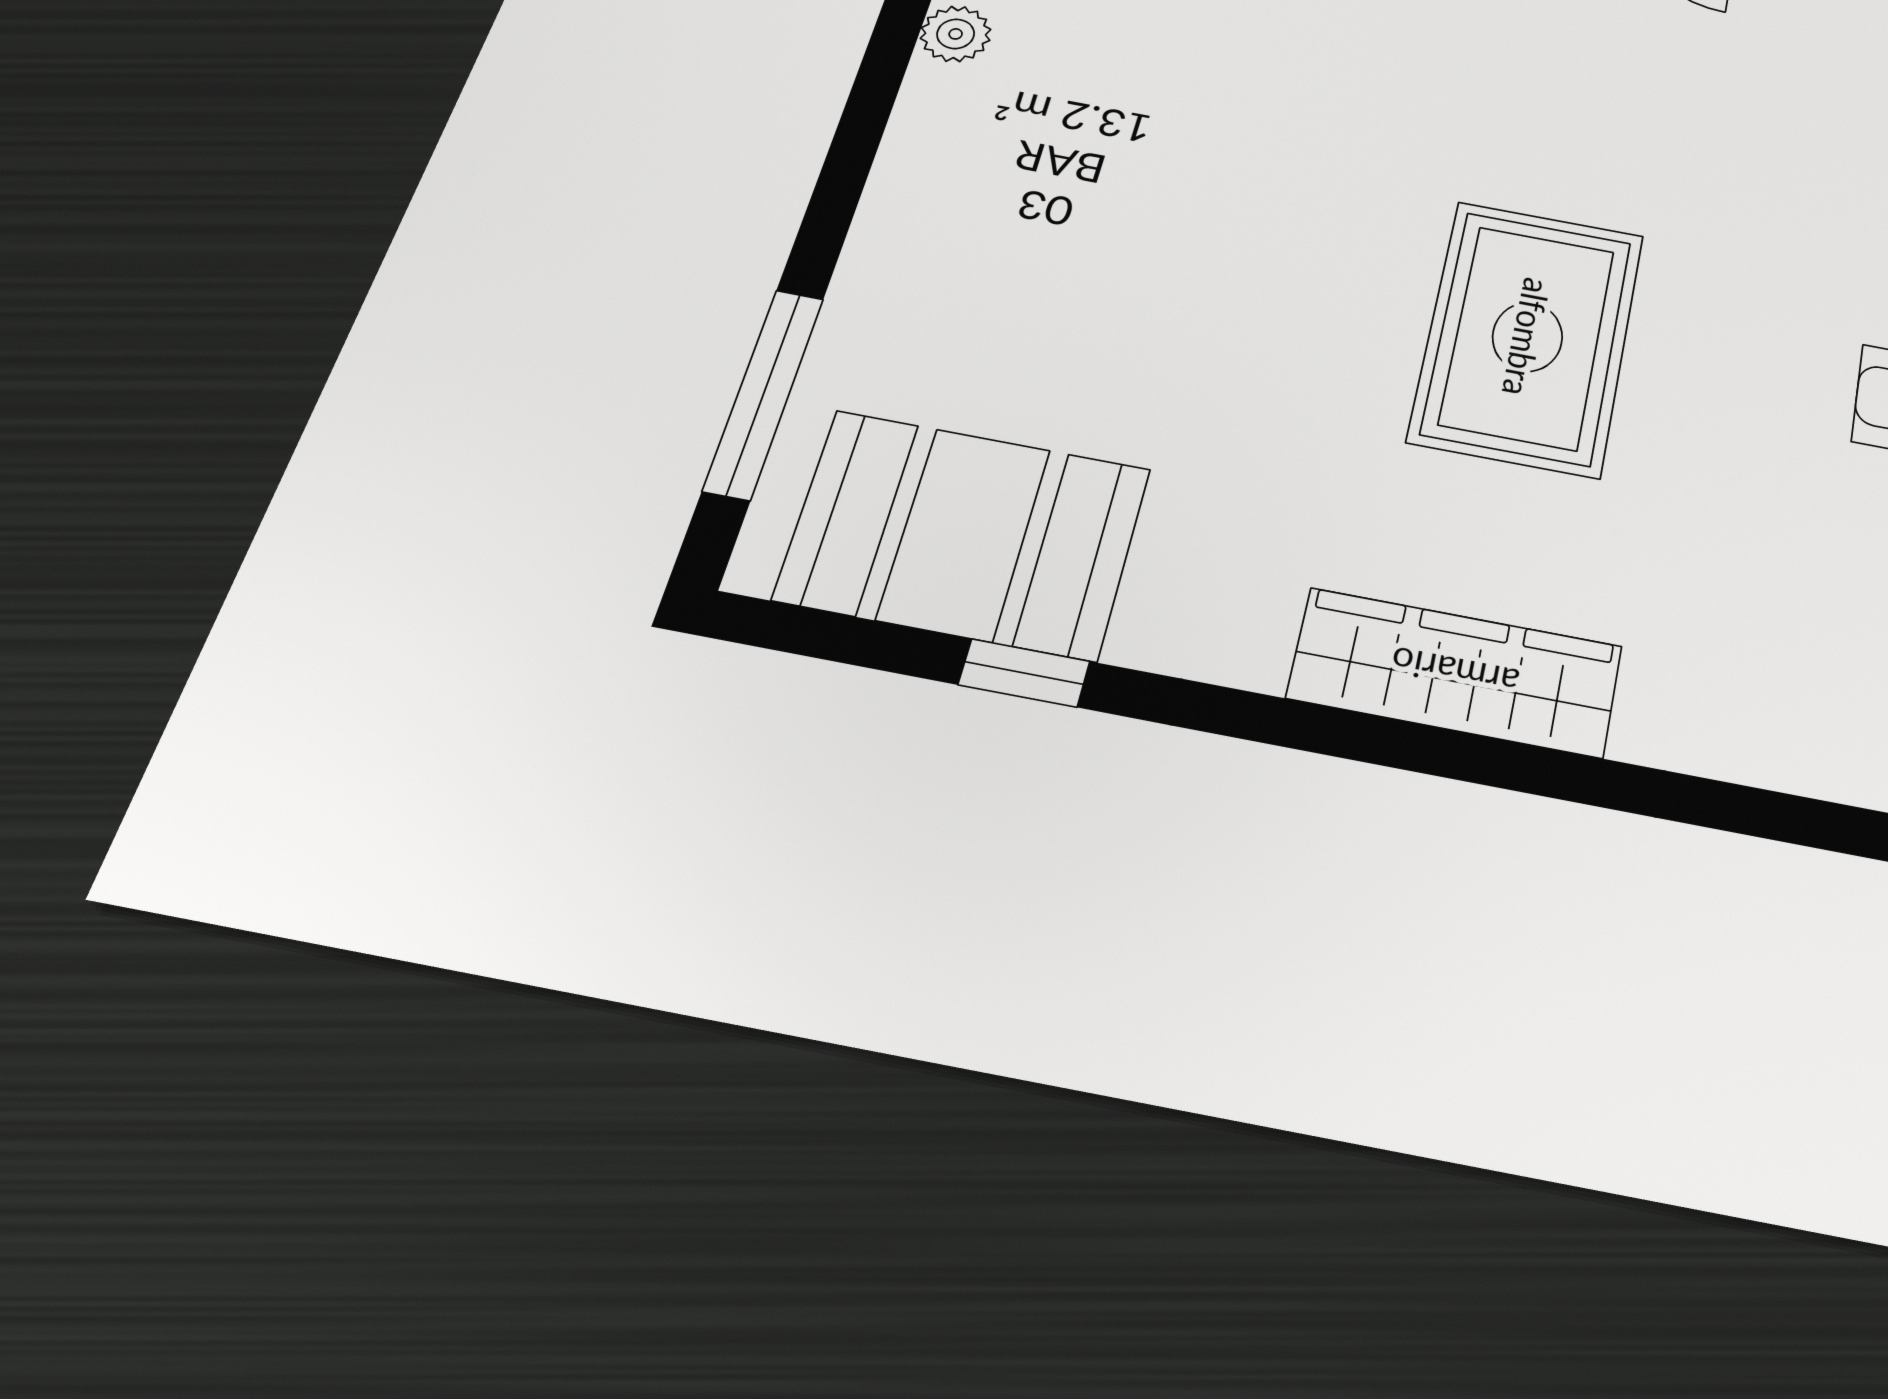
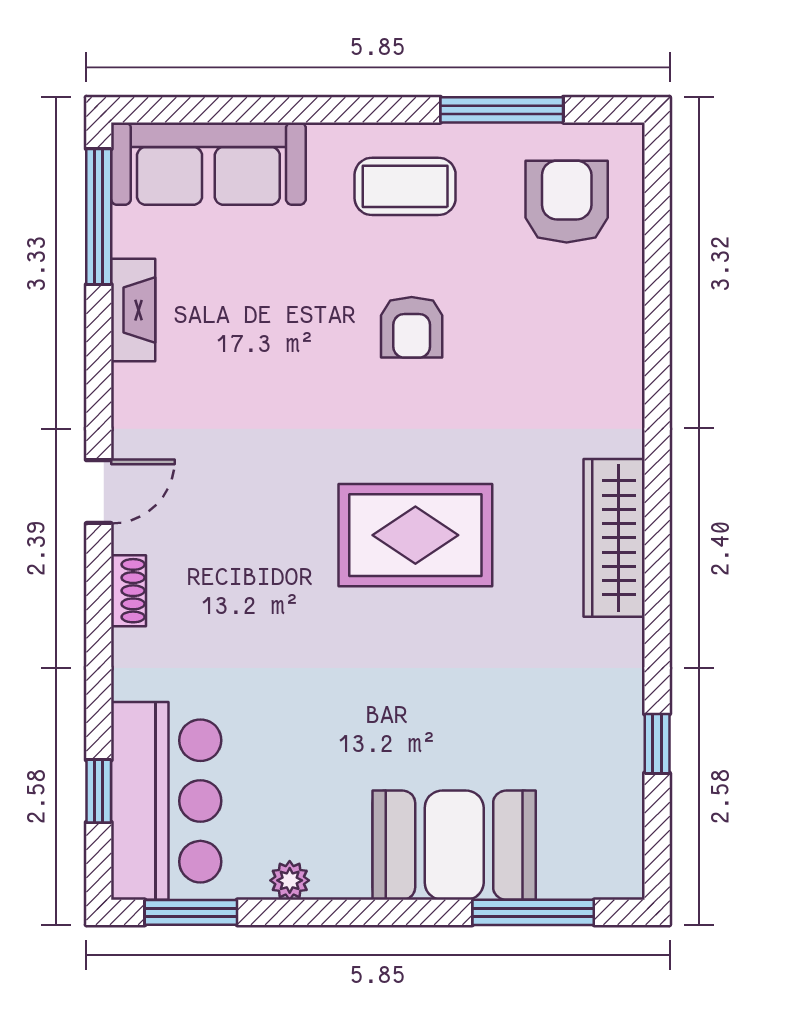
booth: (964, 534) -> (454, 845), moved, turned 90

